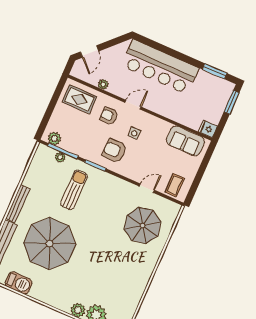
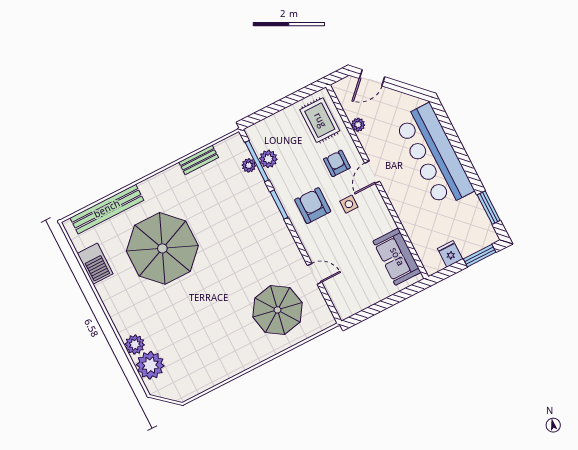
door: (133, 105) -> (372, 172), swing flipped
fridge: (208, 129) -> (450, 254), moved
plant: (54, 139) -> (268, 159), moved
coffee table: (175, 185) -> (347, 295), removed
sun lounger: (74, 190) -> (235, 212), removed
bench: (18, 204) -> (199, 160), moved, width x0.73

